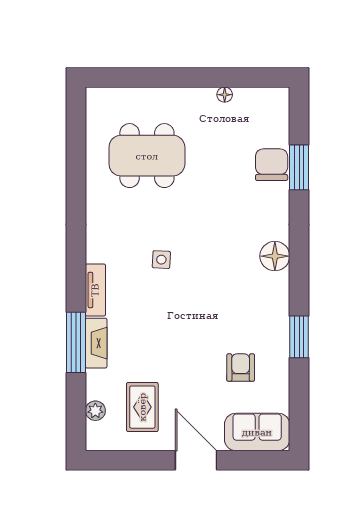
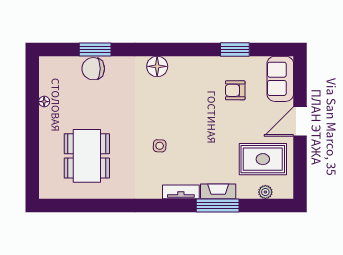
window: (299, 337) -> (235, 49), moved
rug: (142, 407) -> (263, 159), width x1.36, depth x1.43

